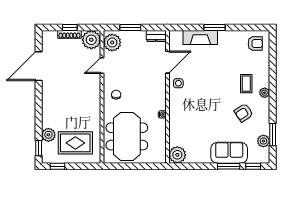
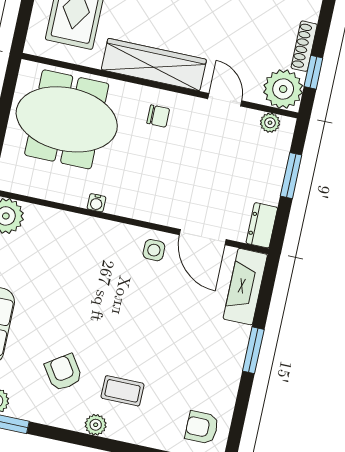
window: (70, 27) -> (313, 72), moved
fireplace: (200, 38) -> (245, 287), moved
plant: (112, 42) -> (270, 123), width x0.53, depth x0.53
armchair: (255, 44) -> (202, 427), turned 90
wardrobe: (93, 102) -> (154, 65), added

